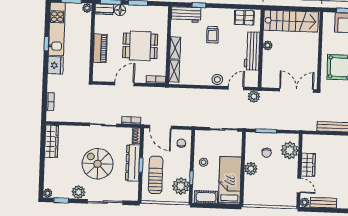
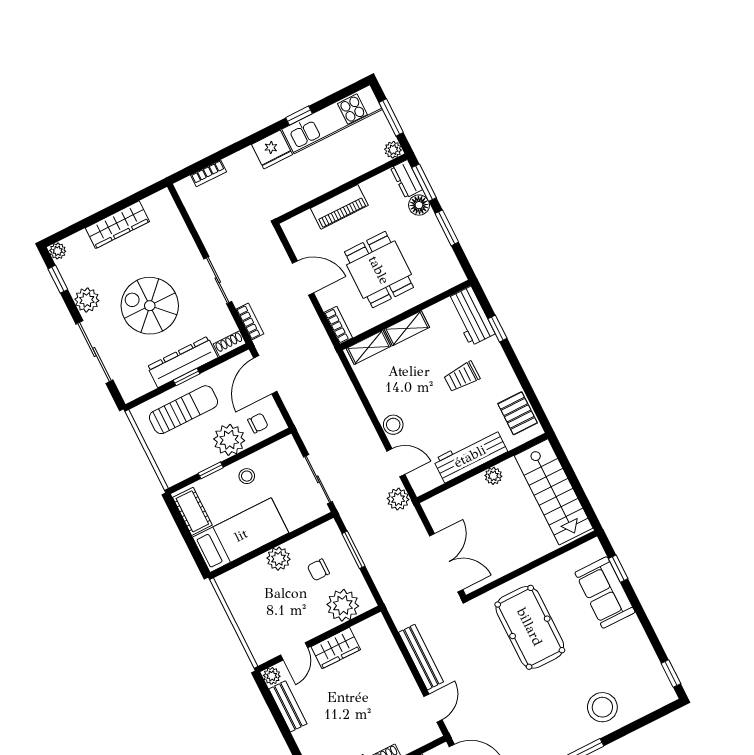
wardrobe: (51, 141) -> (117, 225), moved
spiral stairs: (98, 164) -> (150, 306), turned -90
plant: (181, 186) -> (229, 440), moved

